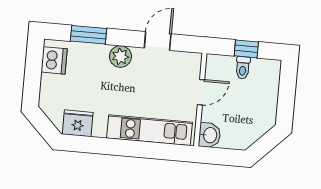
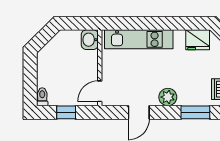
toilet: (243, 68) -> (42, 97), moved
door: (201, 92) -> (100, 91), moved

